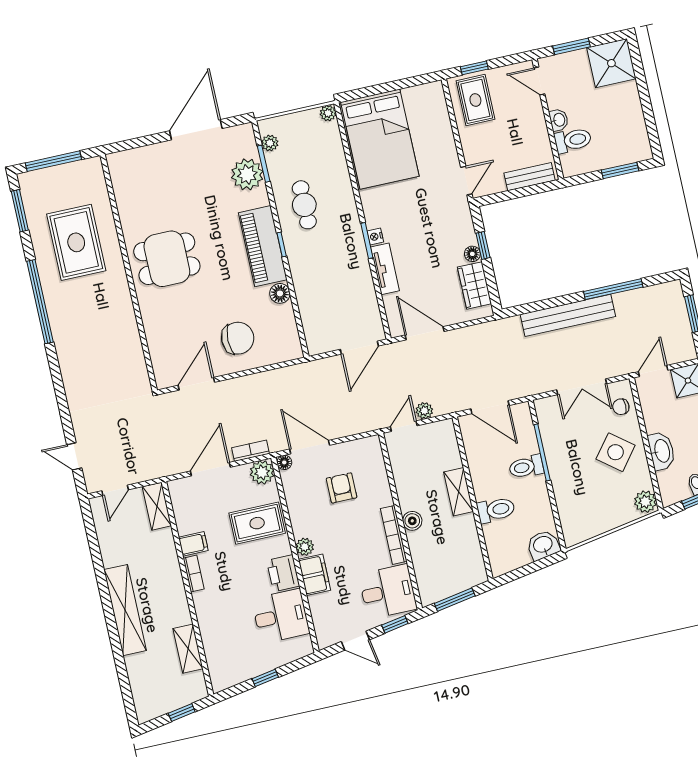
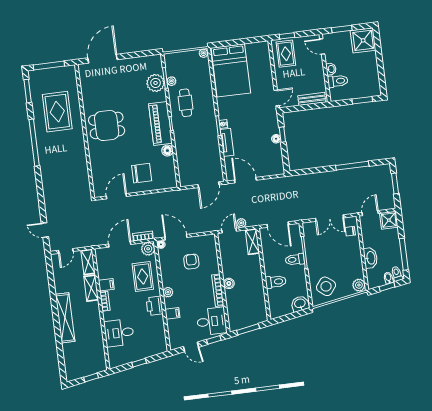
door: (196, 130) -> (102, 59), moved
plant: (270, 143) -> (171, 81), moved
wardrobe: (474, 285) -> (276, 156), removed
bench: (568, 315) -> (326, 178), removed
side table: (616, 452) -> (326, 286), moved
shelving: (459, 492) -> (252, 242), moved
rug: (257, 523) -> (143, 277), turned 90
filing cabinet: (314, 575) -> (172, 313), width x0.50
desk: (281, 616) -> (119, 333), moved, turned 180
shelving: (188, 649) -> (91, 288), moved

